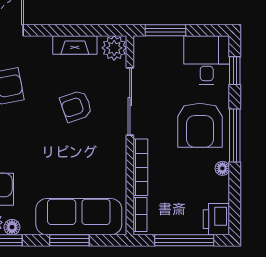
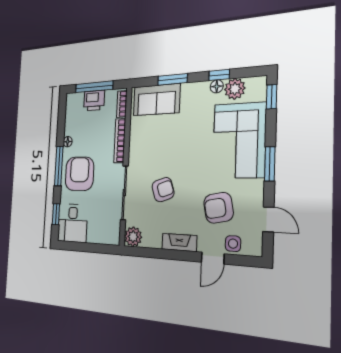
window: (166, 30) -> (97, 248), removed
fireplace: (75, 45) -> (179, 242), moved
sofa: (79, 217) -> (156, 100), width x0.73
printer: (216, 219) -> (94, 100), moved, turned 90

